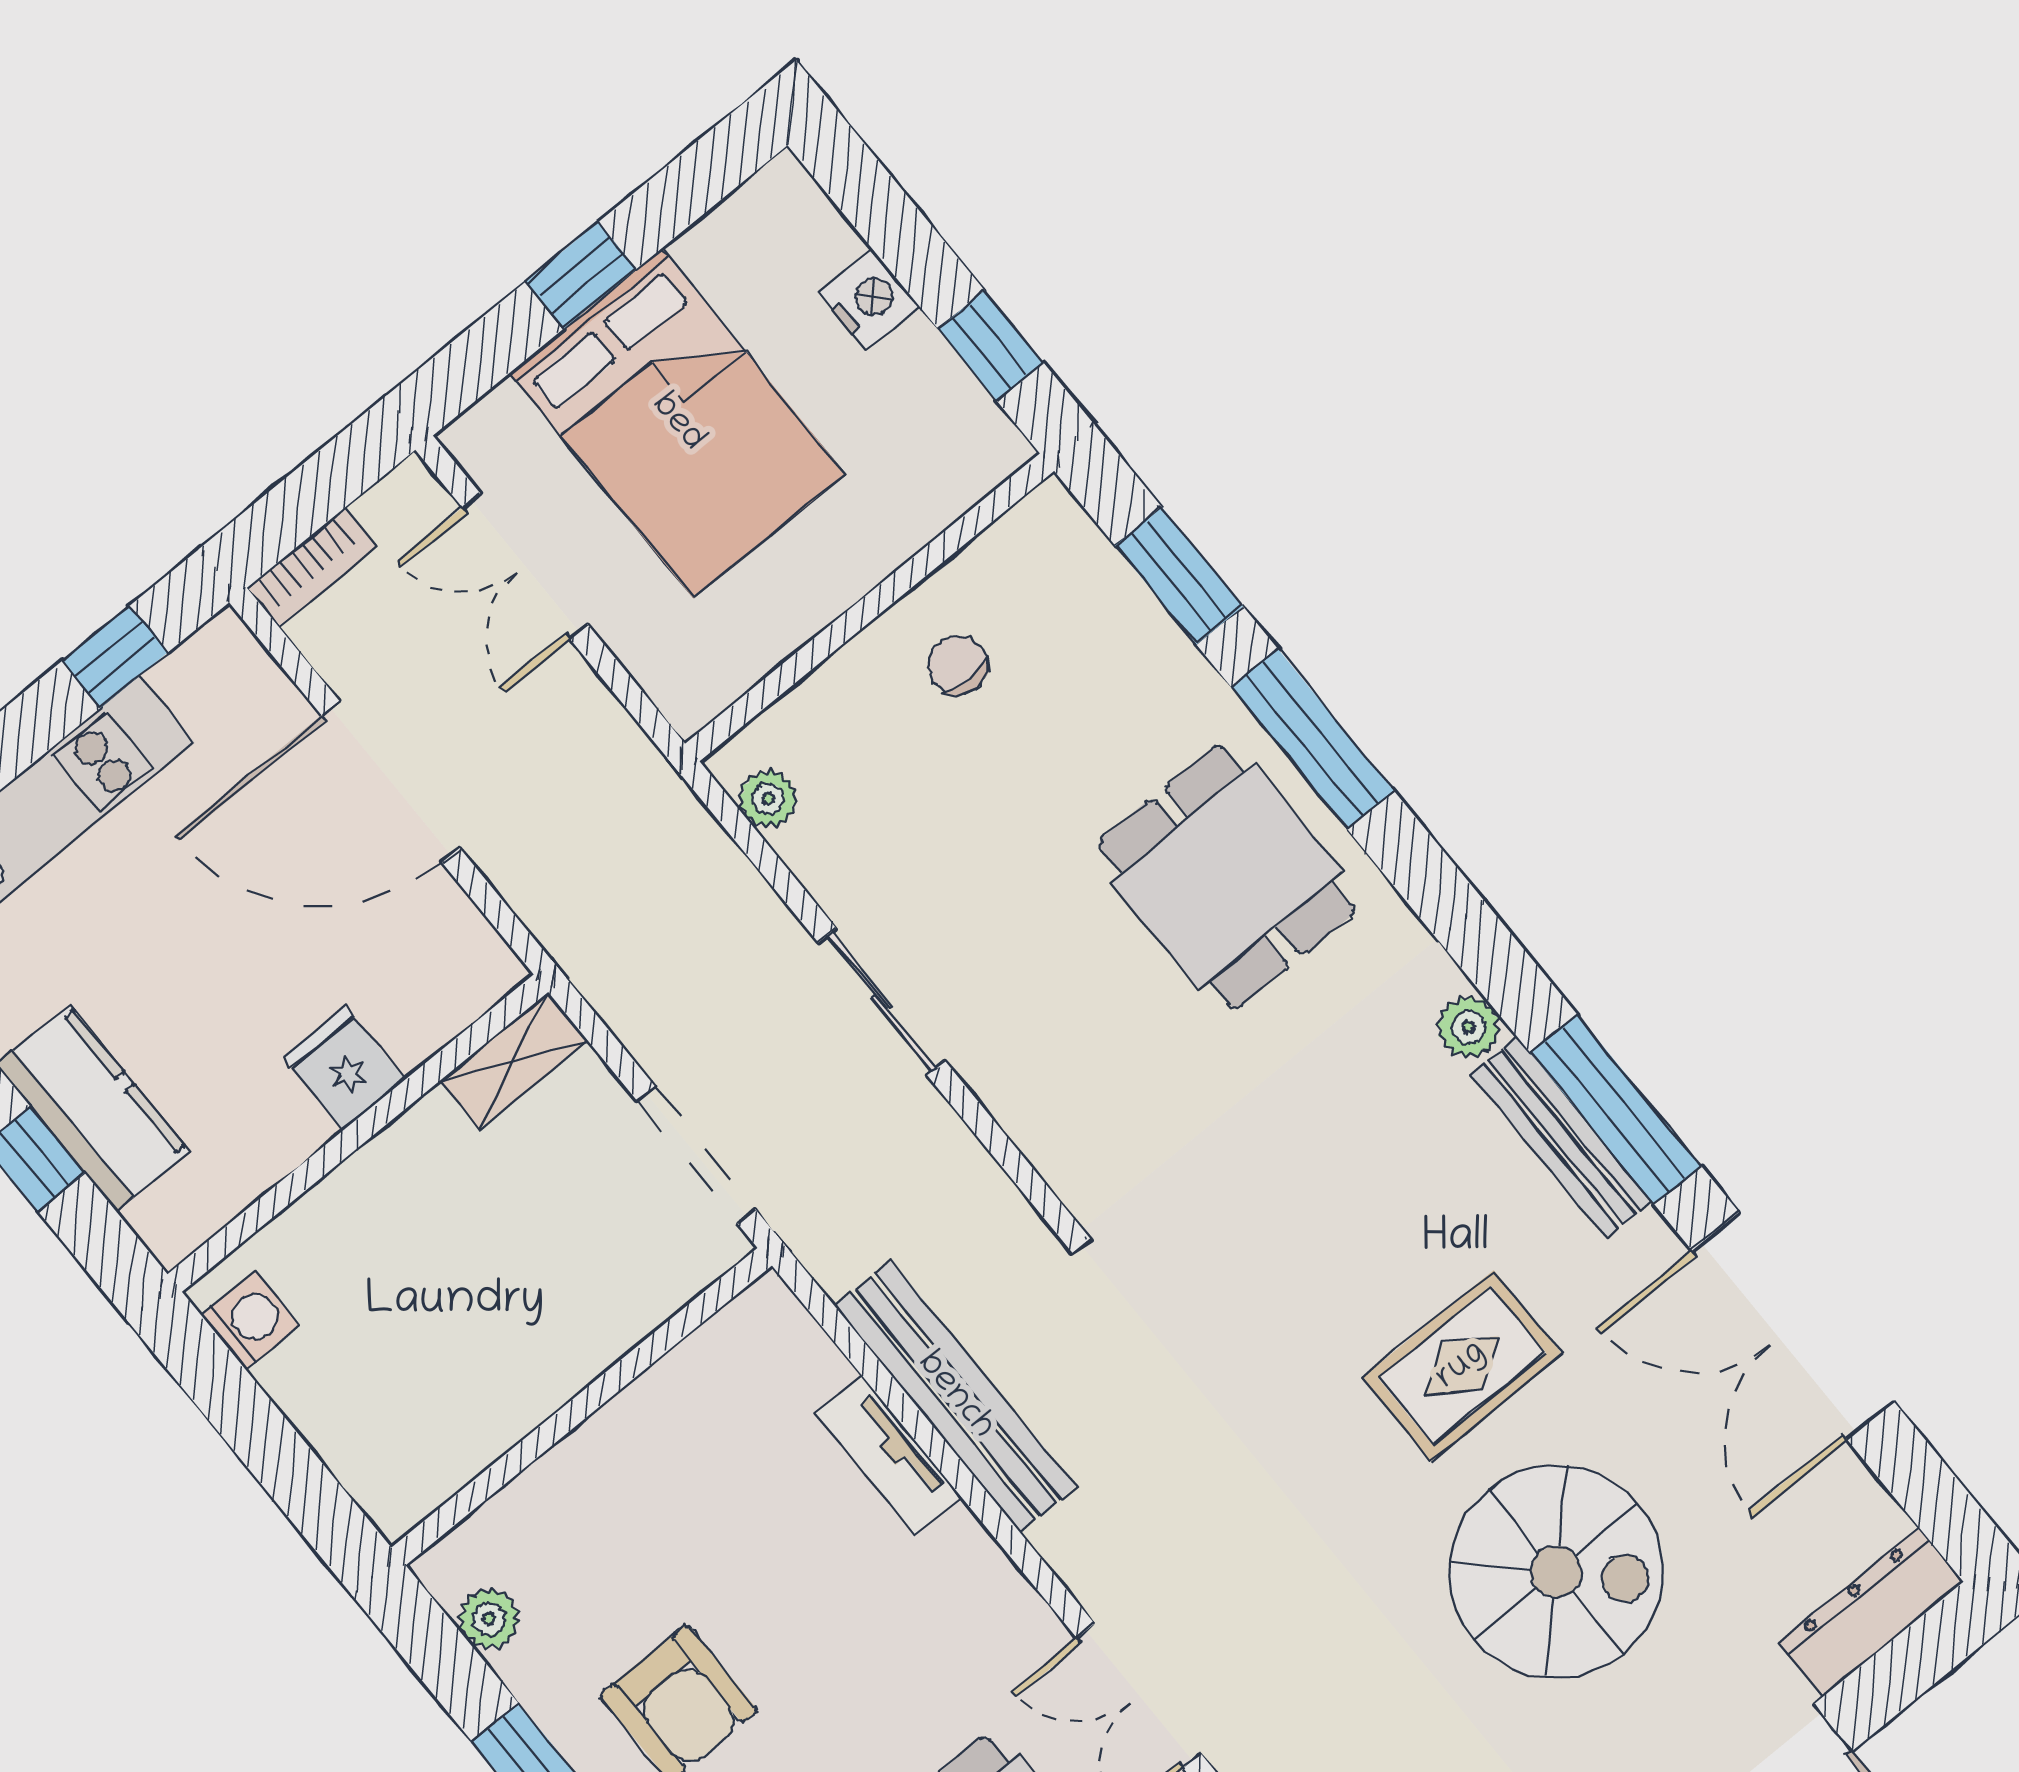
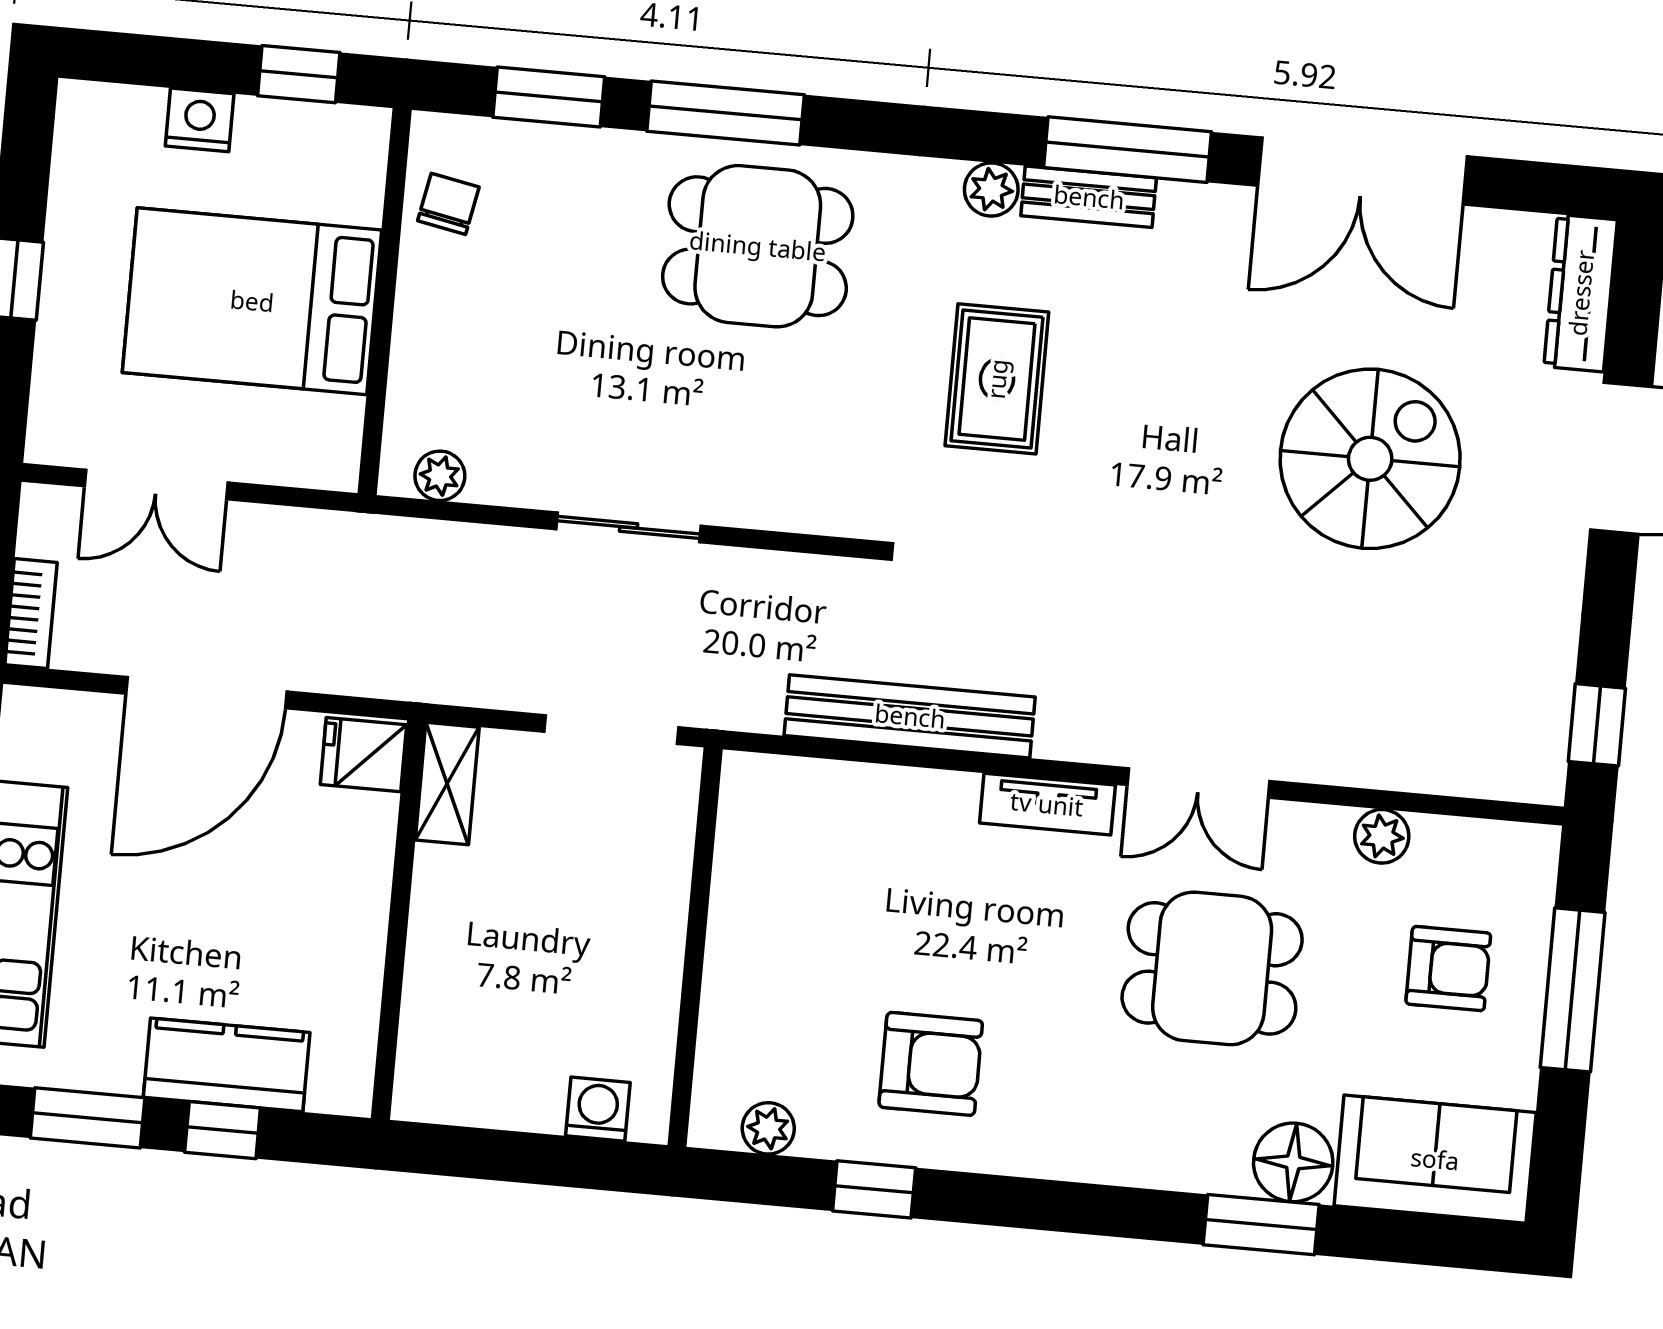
bed: (677, 423) -> (252, 301), moved, turned 180
chair: (958, 665) -> (448, 204), moved, turned 101
fridge: (344, 1068) -> (364, 755), moved
bench: (1561, 1137) -> (1089, 197), width x0.73
washing machine: (250, 1320) -> (598, 1109), moved
rug: (1462, 1366) -> (997, 379), moved
tv unit: (888, 1455) -> (1047, 804), moved

